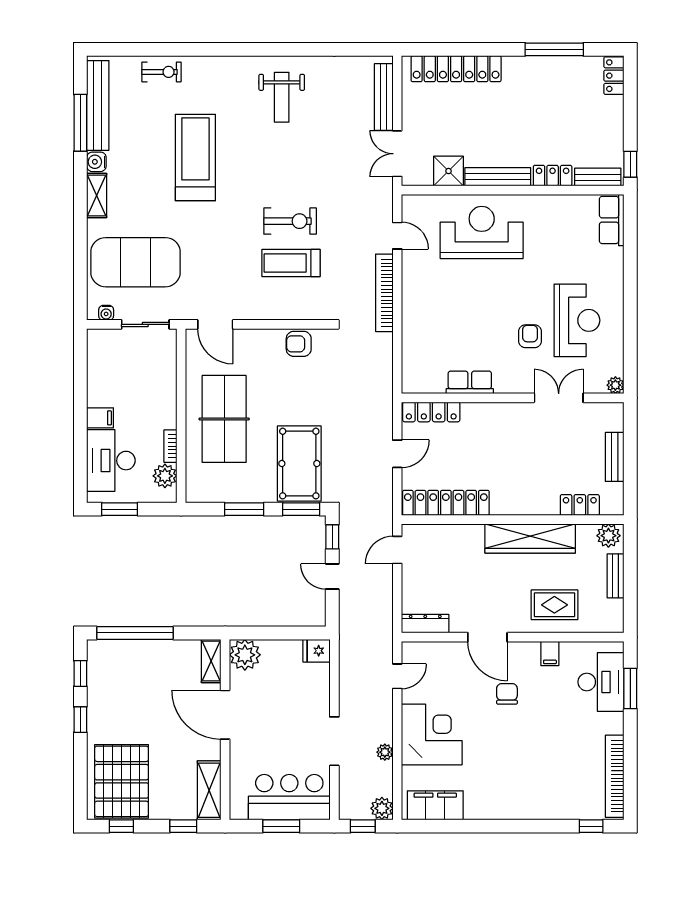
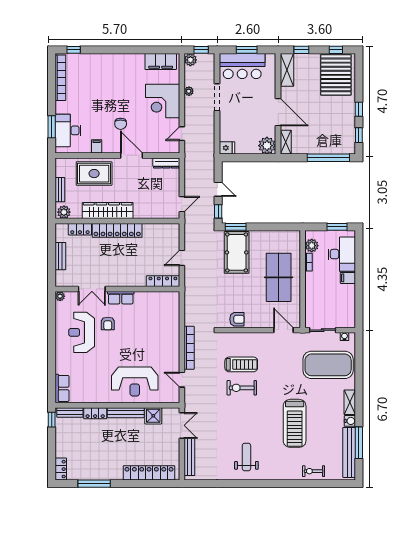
row of seats: (470, 382) -> (121, 298), moved
locker: (446, 503) -> (117, 230), moved
window: (244, 509) -> (267, 227), removed
rug: (554, 605) -> (94, 174), width x1.36, depth x1.43

